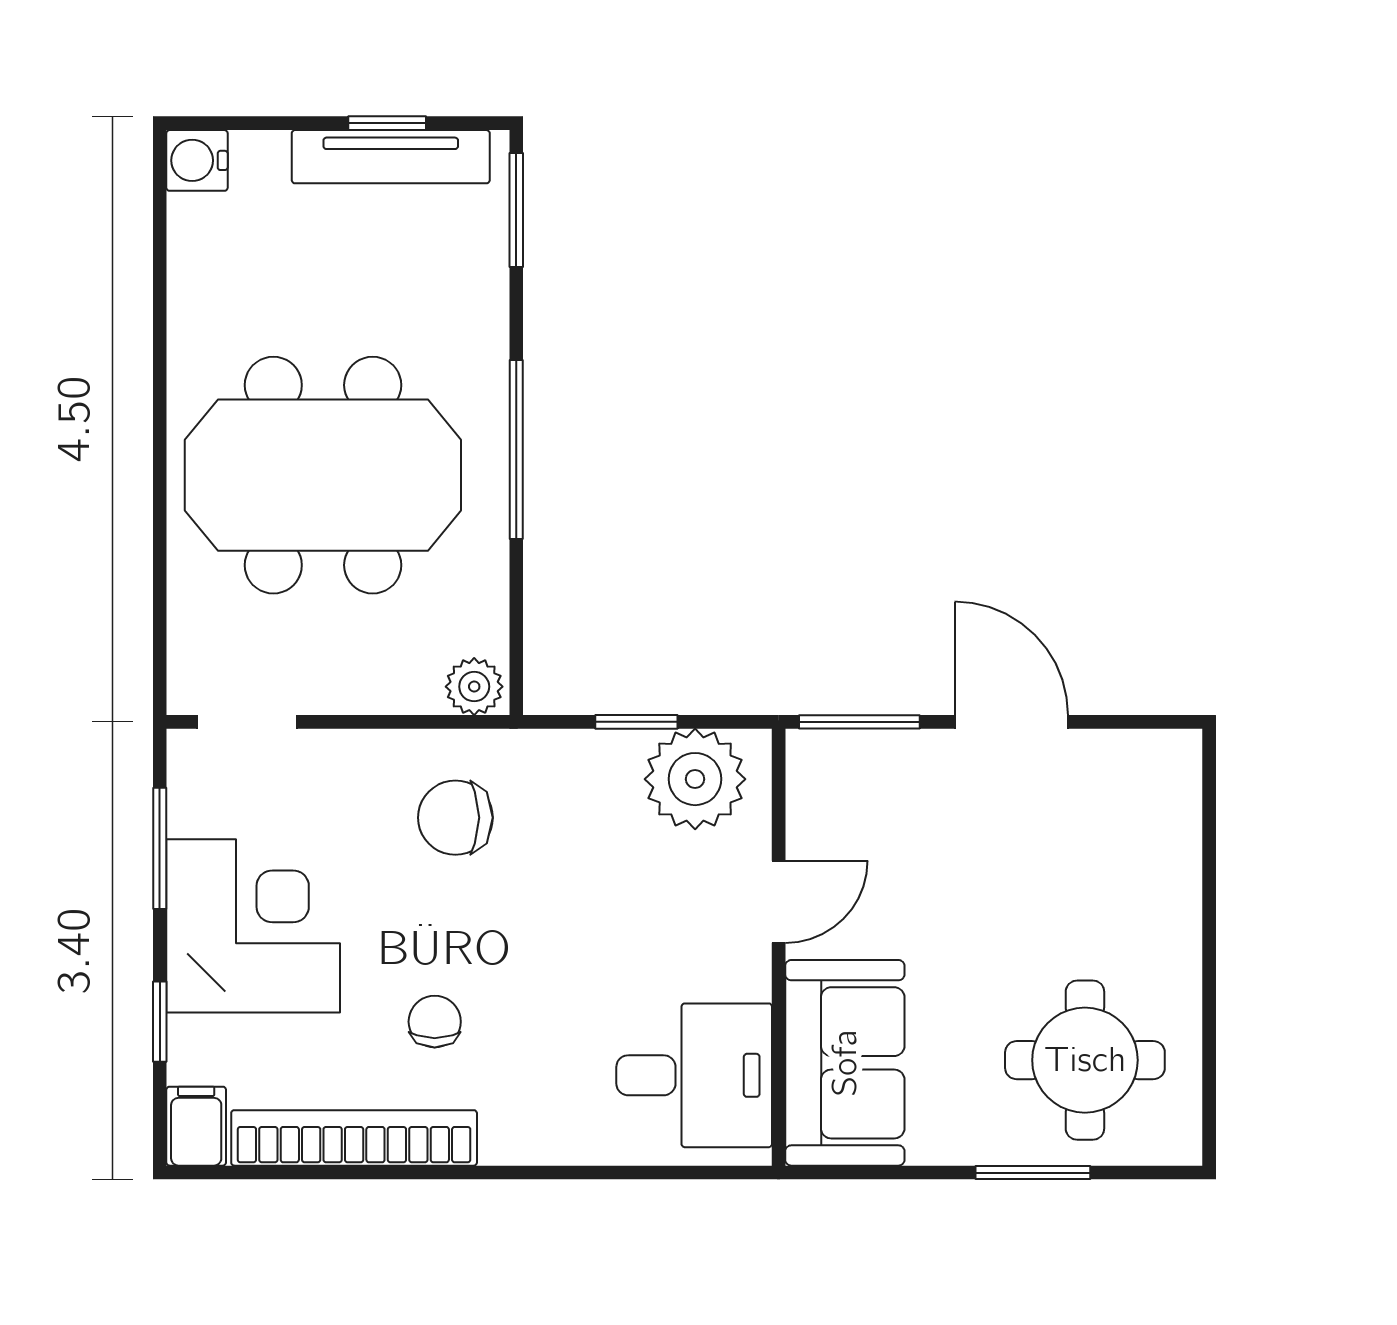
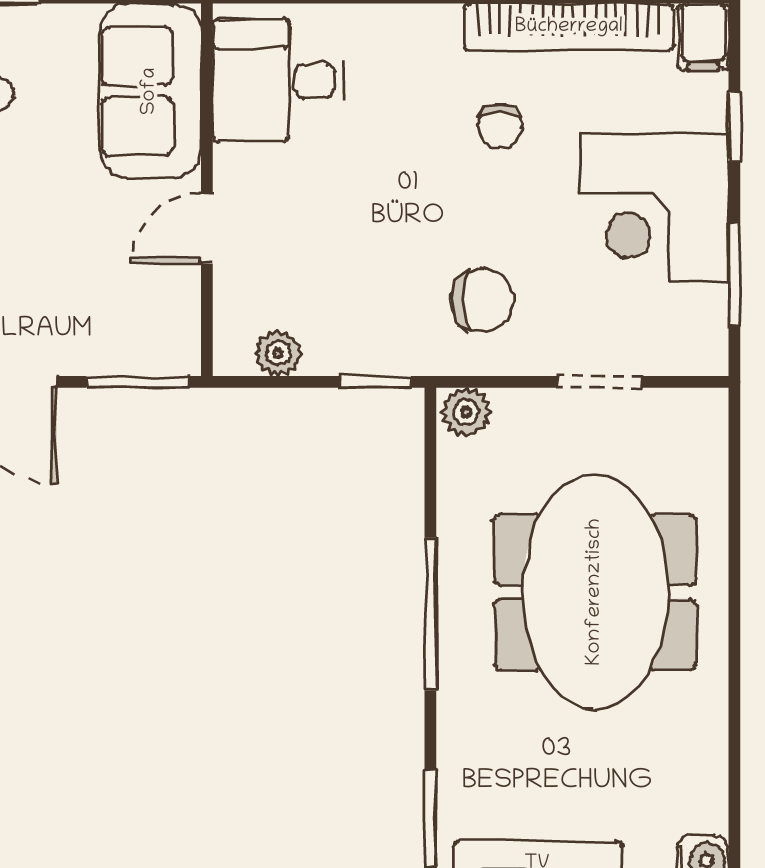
meeting table: (323, 475) -> (595, 592), turned 90
doorway: (247, 722) -> (600, 382), moved
window: (636, 722) -> (375, 382), moved
plant: (695, 779) -> (278, 353), width x0.53, depth x0.53

